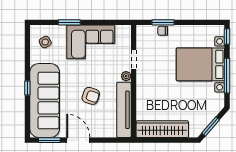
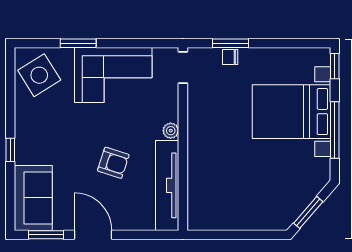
side table: (45, 42) -> (39, 75), width x1.87, depth x1.87
doorway: (134, 59) -> (183, 68), moved
sofa: (45, 100) -> (33, 198), width x0.54, depth x0.79
wardrobe: (162, 129) -> (230, 217), removed

